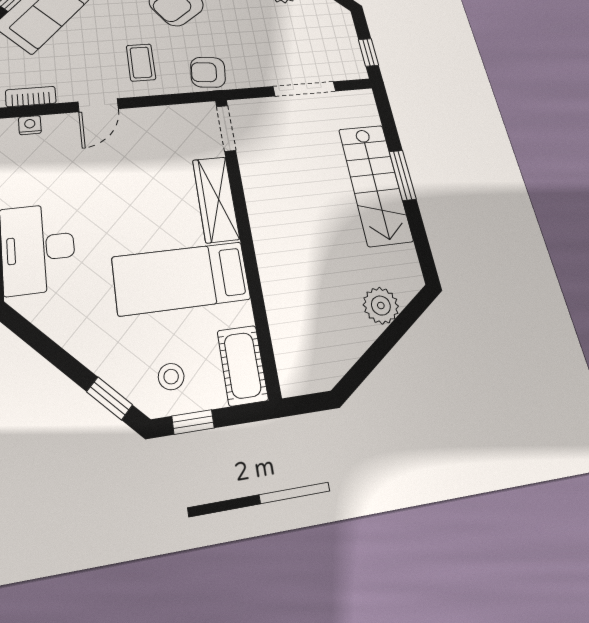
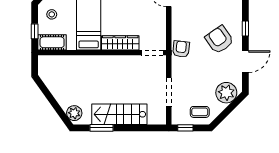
coffee table: (141, 62) -> (200, 112), moved
window: (403, 175) -> (101, 128), moved
plant: (381, 306) -> (74, 113), moved
window: (193, 422) -> (35, 31), moved

